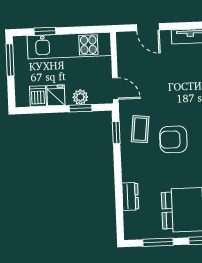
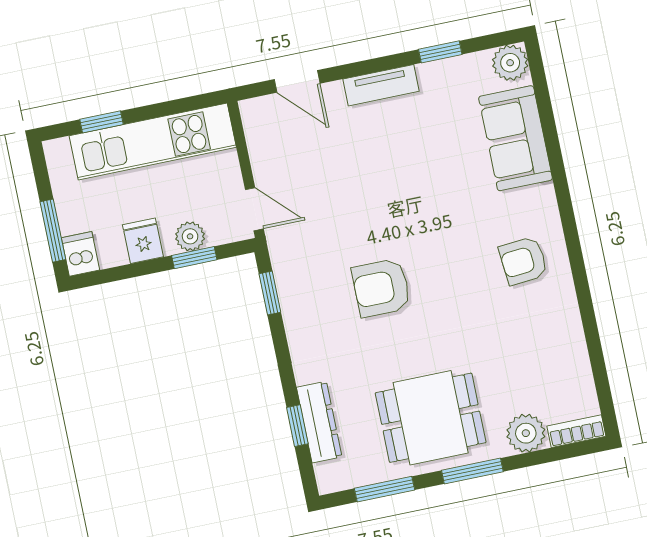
window: (10, 60) -> (53, 231), moved
dishwasher: (38, 96) -> (80, 254), moved
coffee table: (140, 129) -> (315, 279), removed
dresser: (130, 196) -> (319, 422), width x1.44
window: (119, 203) -> (297, 426), added

